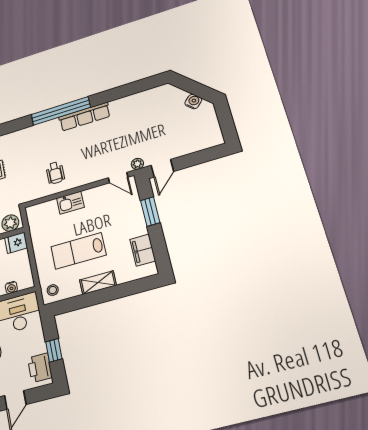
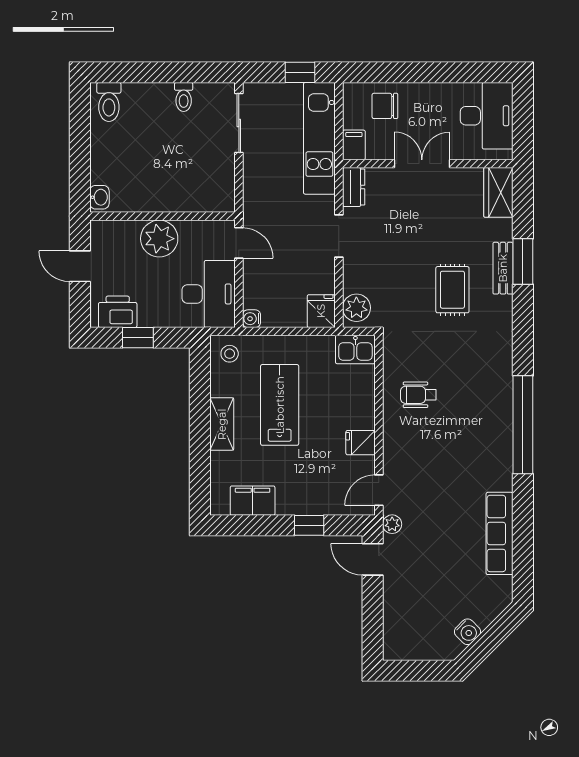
row of seats: (85, 117) -> (500, 533), moved
fridge: (91, 197) -> (361, 443), added
kitchen sink: (70, 203) -> (355, 349), moved, turned -90
window: (150, 212) -> (309, 525), width x0.67
water cooler: (11, 288) -> (251, 319), moved

